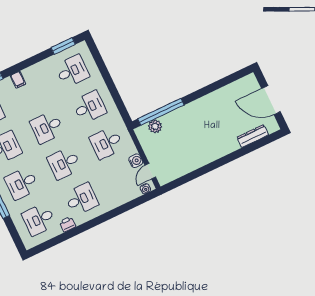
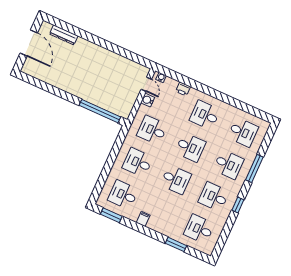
filing cabinet: (18, 80) -> (143, 219), moved
plant: (155, 126) -> (113, 107), removed
desk: (107, 143) -> (152, 130), turned 180
door: (150, 171) -> (146, 84), hinge flipped
printer: (67, 224) -> (183, 89), moved

